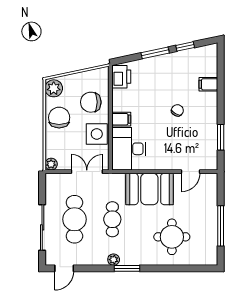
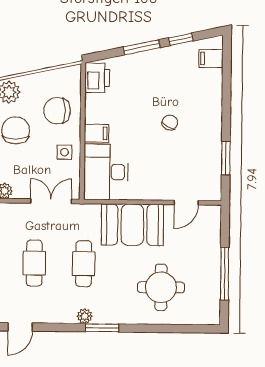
filing cabinet: (208, 84) -> (211, 58), moved
side table: (97, 134) -> (64, 152), width x0.54, depth x0.54
cafe table: (74, 219) -> (34, 263), width x0.73, depth x0.74

